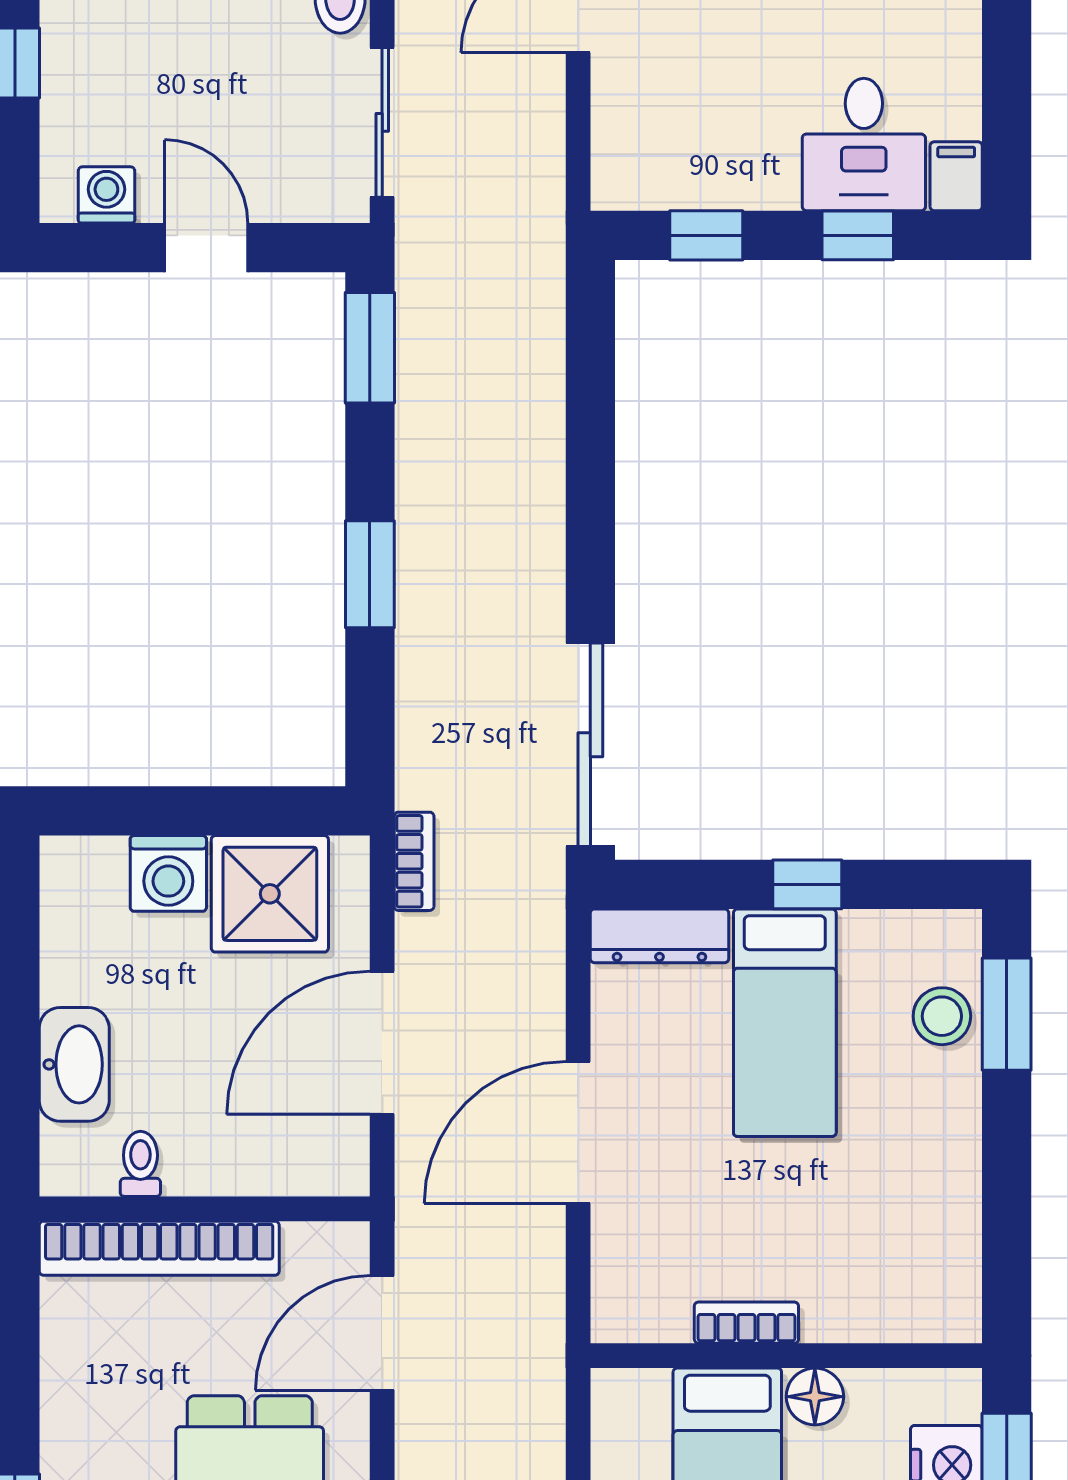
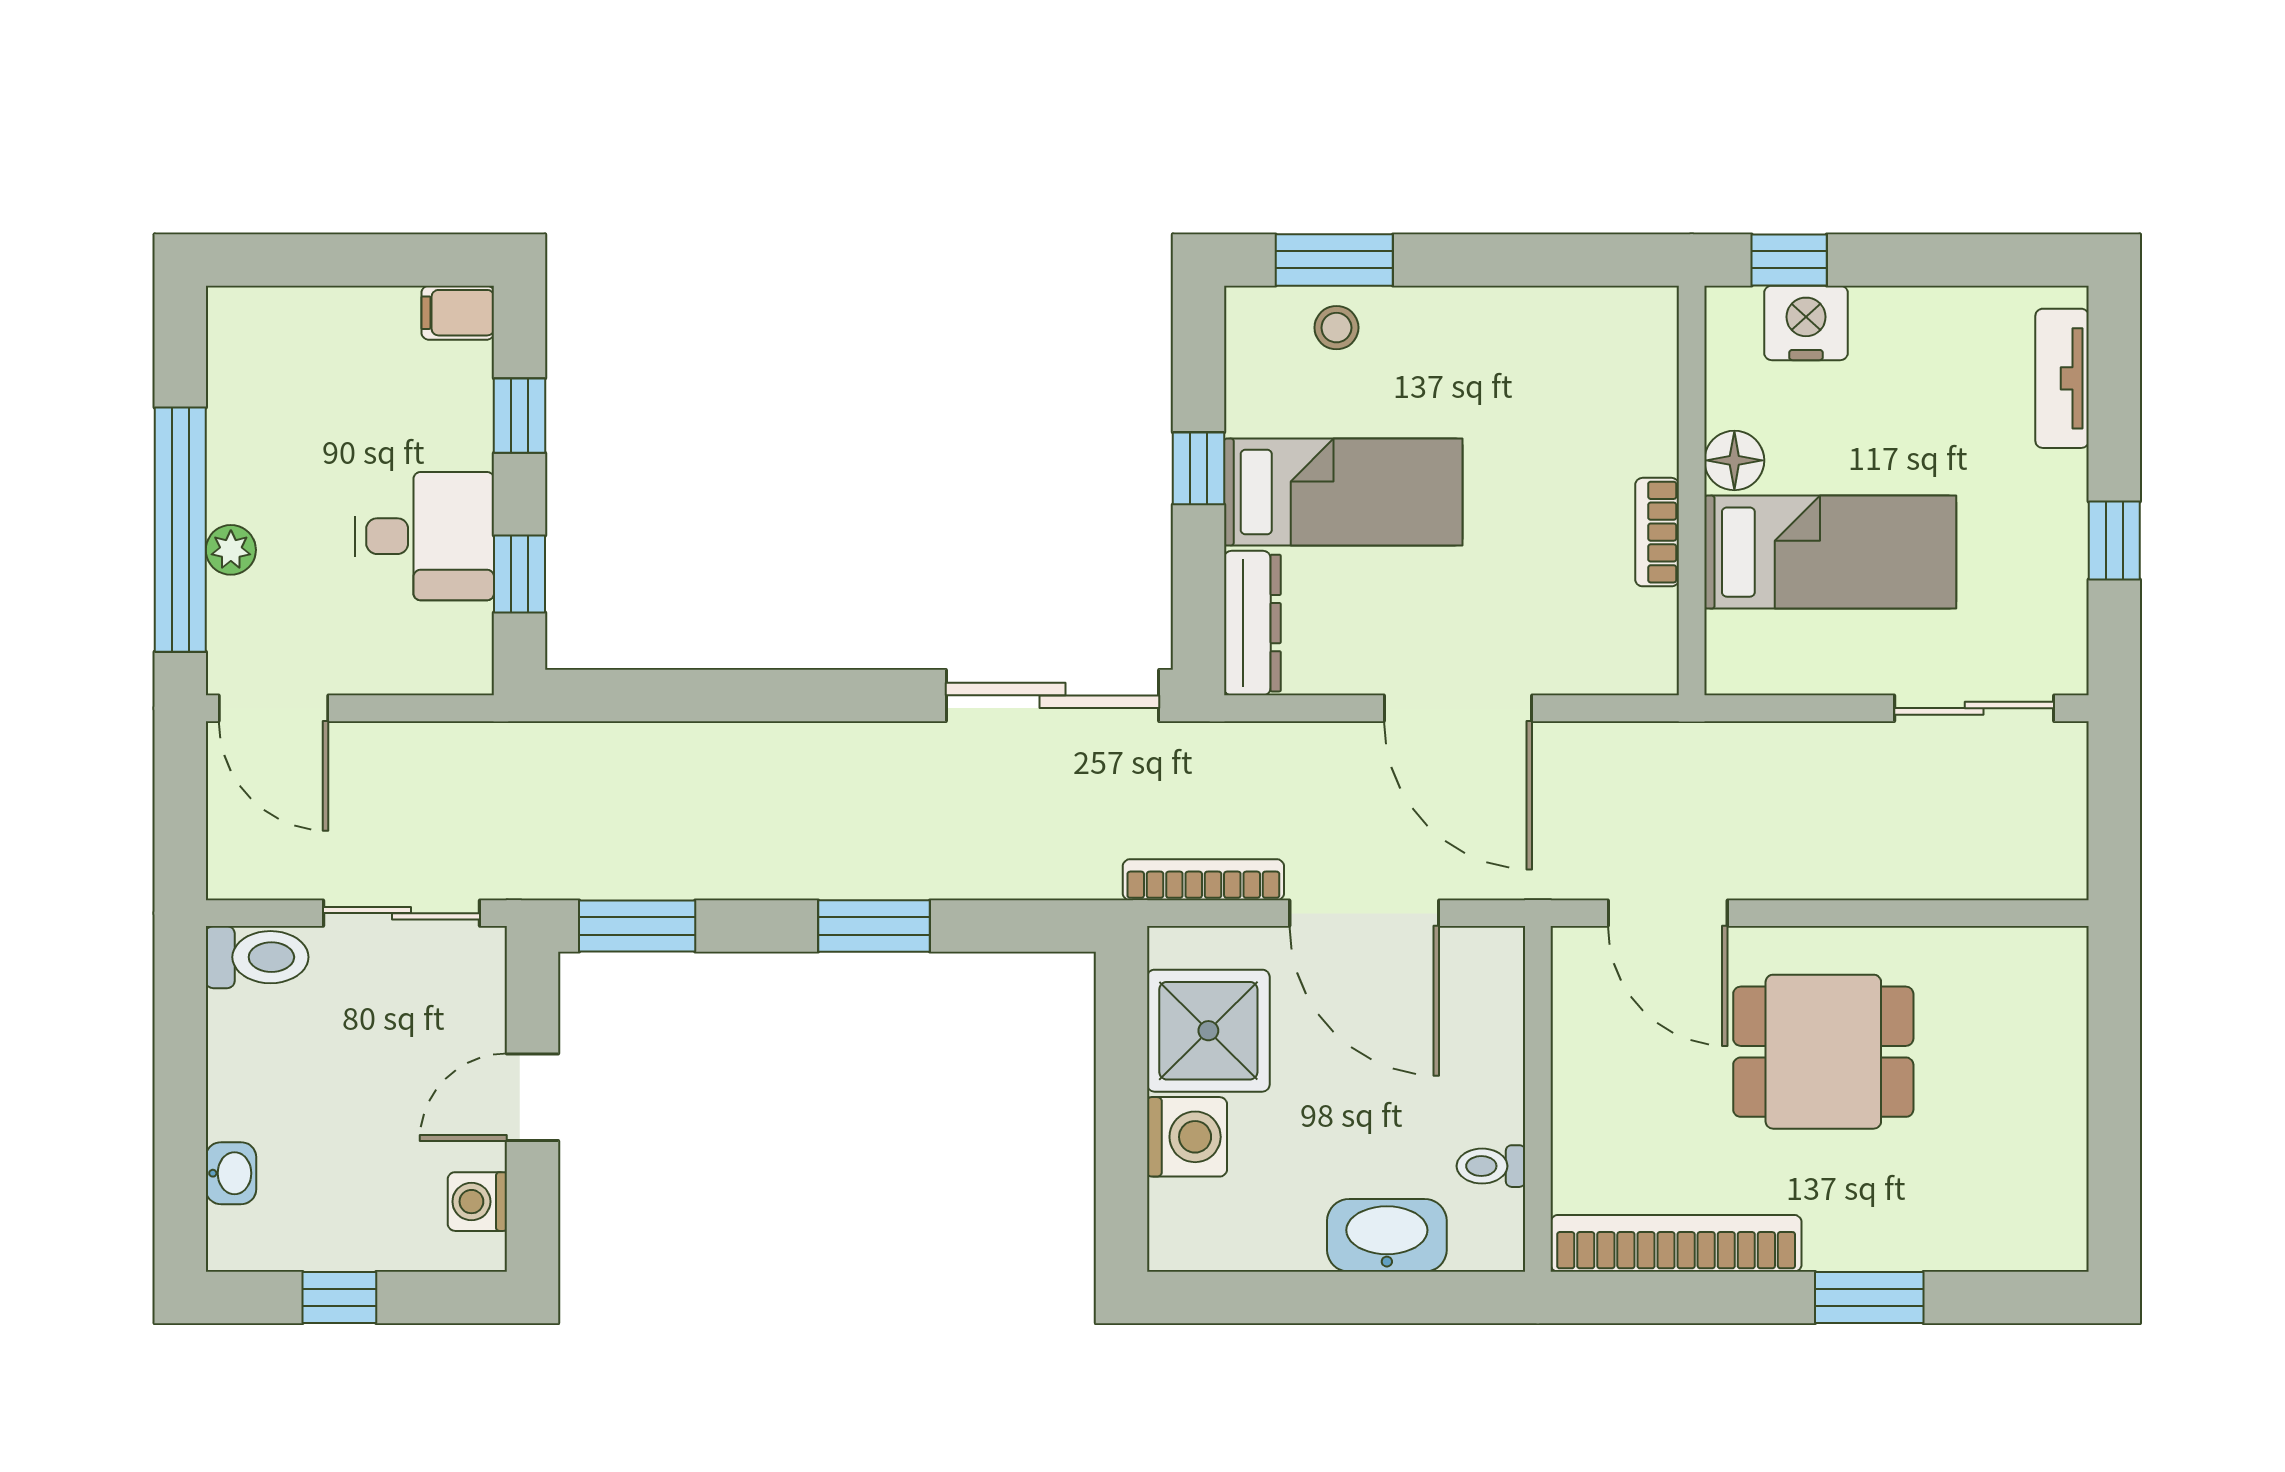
desk: (864, 145) -> (425, 536), moved
bookcase: (414, 861) -> (1203, 880), width x1.56
stool: (942, 1016) -> (1336, 328), width x0.73, depth x0.73
bookcase: (159, 1248) -> (1676, 1243), moved, turned -90

